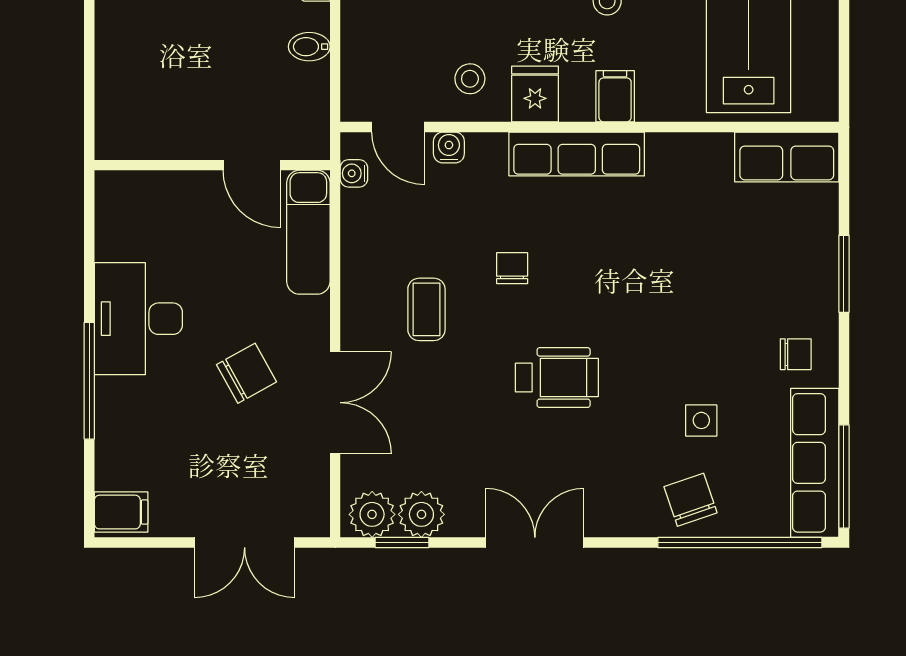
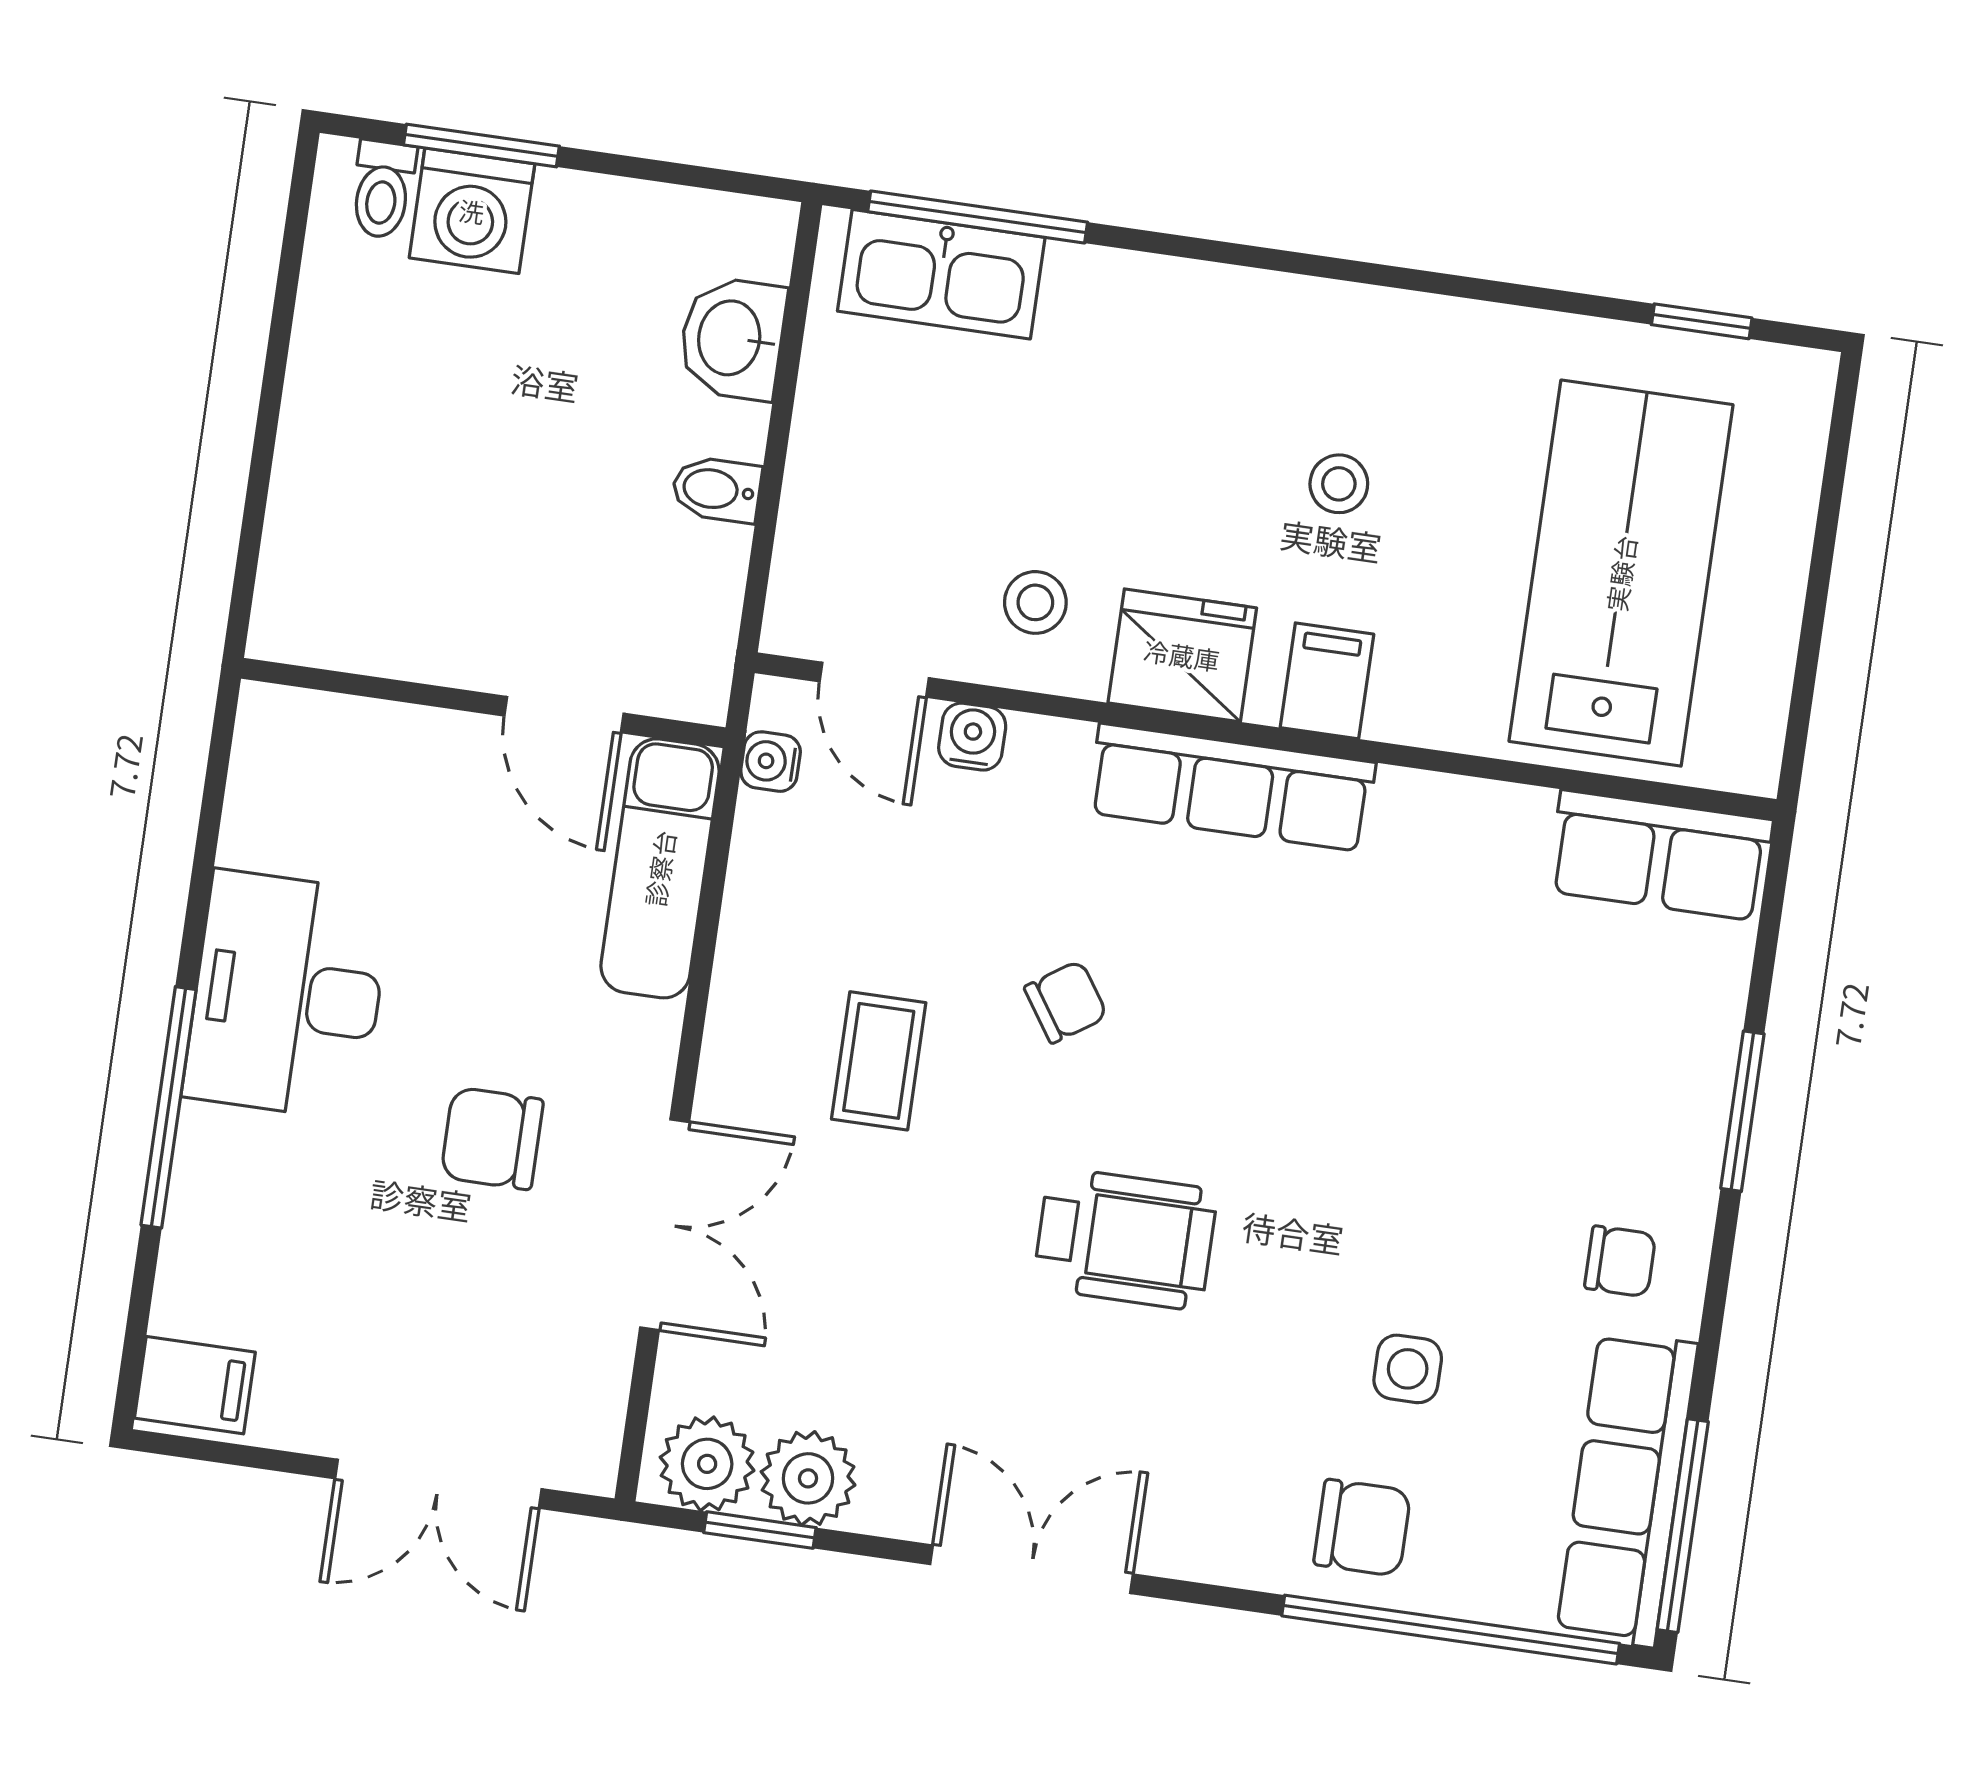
fridge: (535, 94) -> (1182, 655), width x1.38
chair: (512, 268) -> (1066, 1002), turned 56
chair: (246, 373) -> (492, 1138), turned -151
chair: (690, 500) -> (1362, 1528), turned 109

